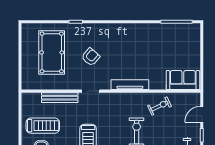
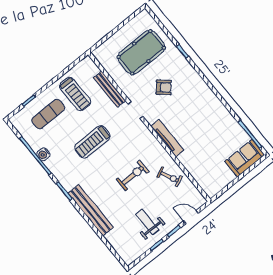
sofa: (183, 80) -> (245, 158), moved, turned -90

